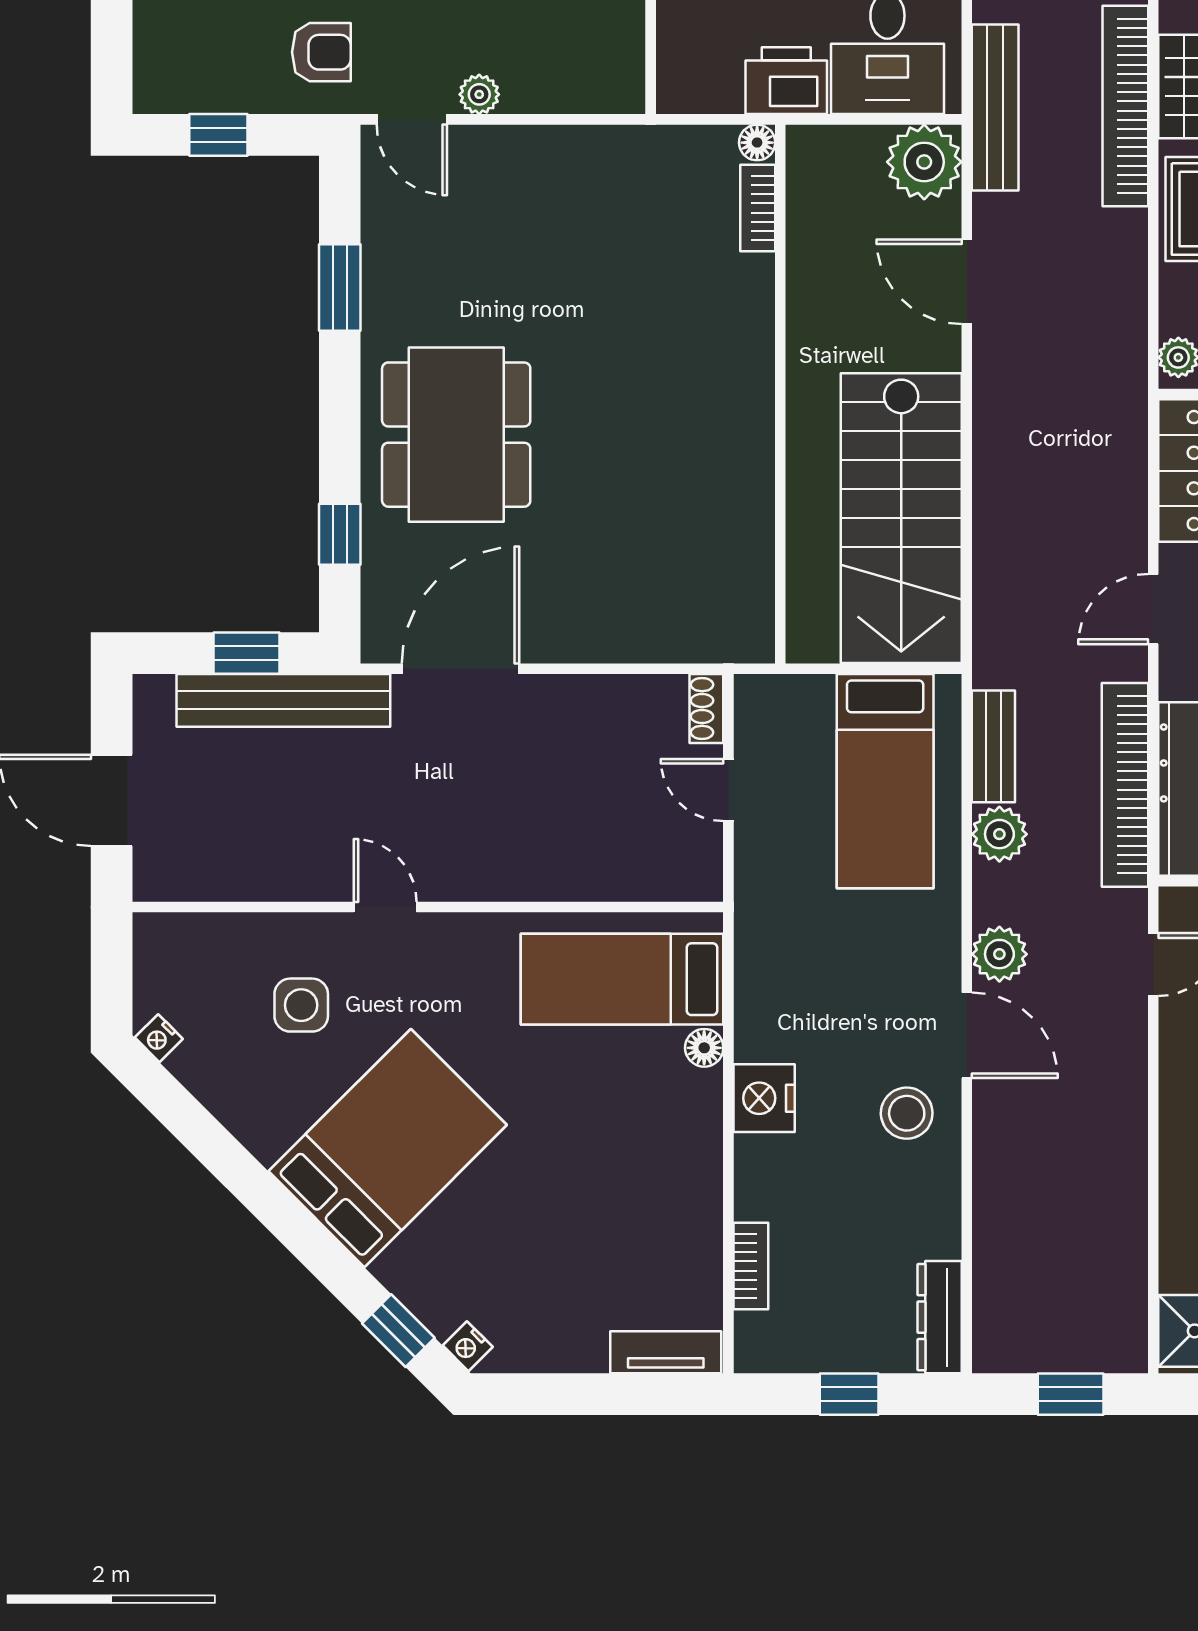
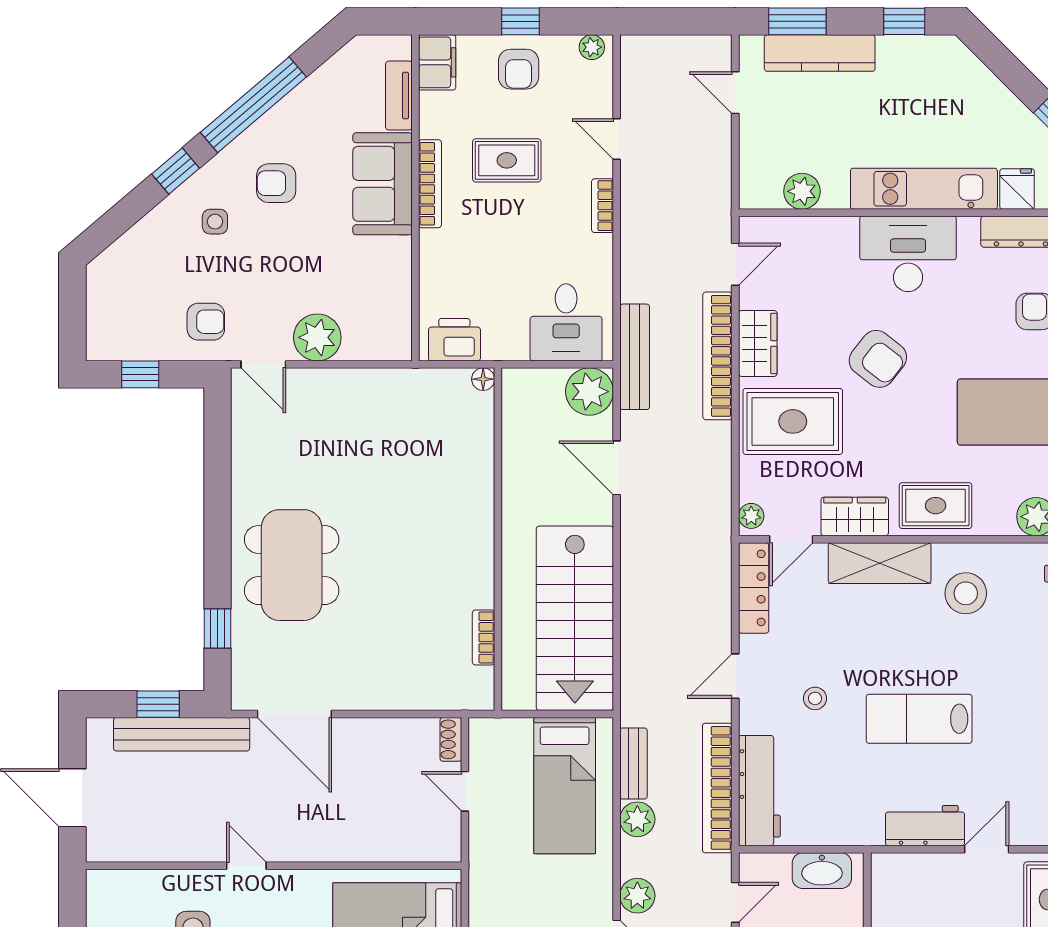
printer: (786, 81) -> (454, 340), moved
plant: (479, 94) -> (317, 337), width x1.88, depth x1.88
bookcase: (758, 208) -> (484, 637), moved
window: (340, 287) -> (217, 471), removed
door: (461, 669) -> (294, 714), swing flipped

